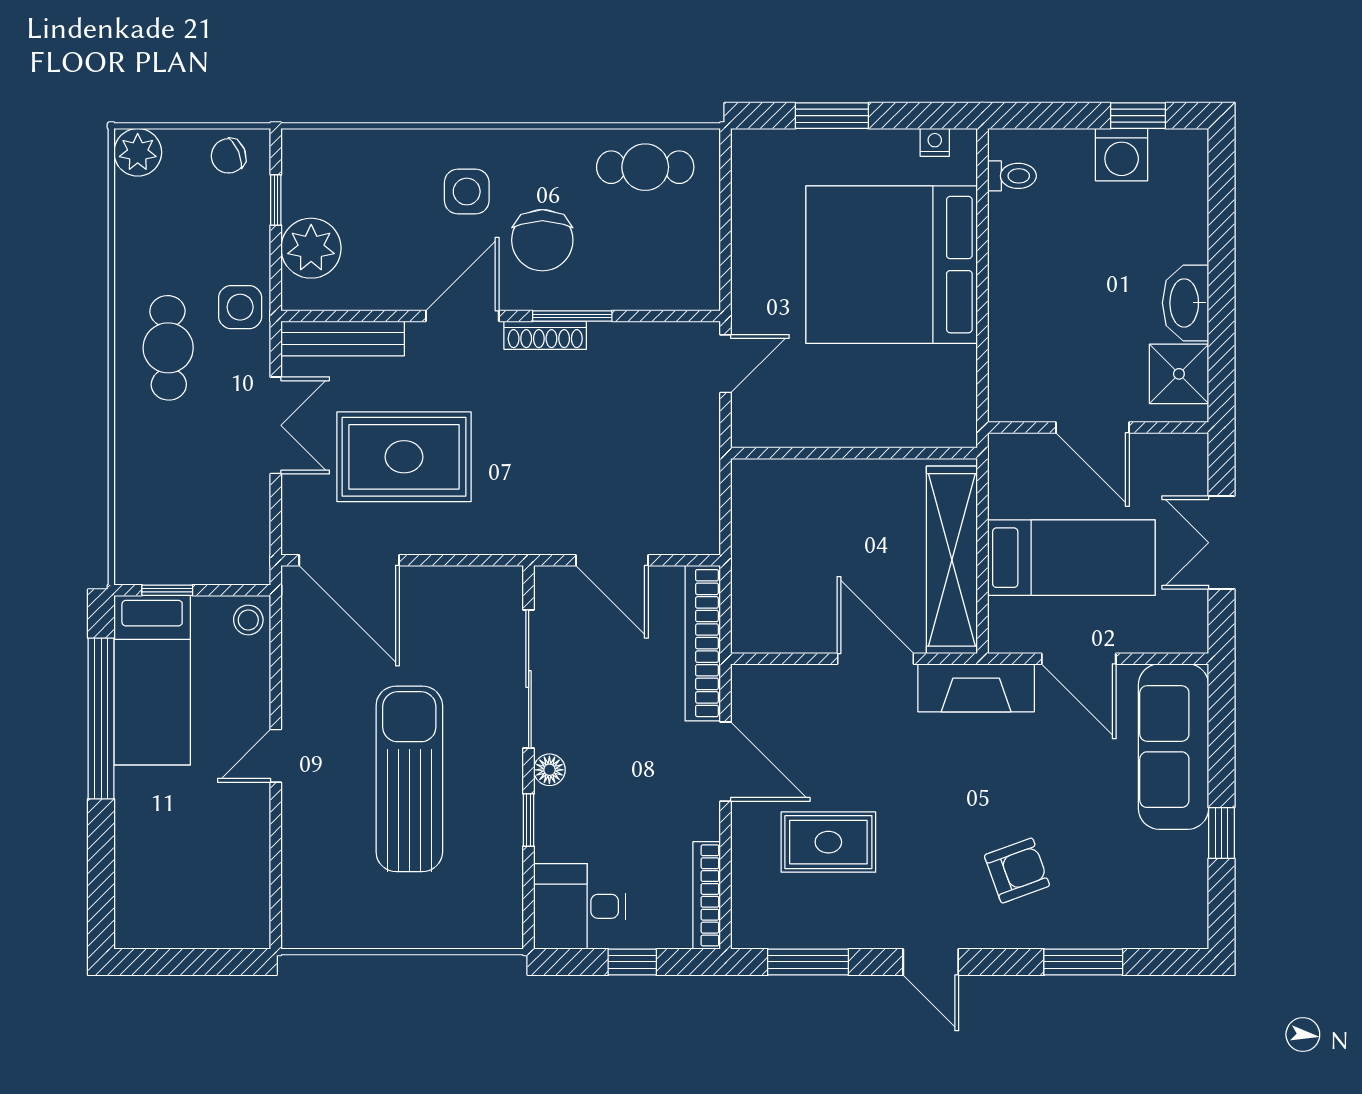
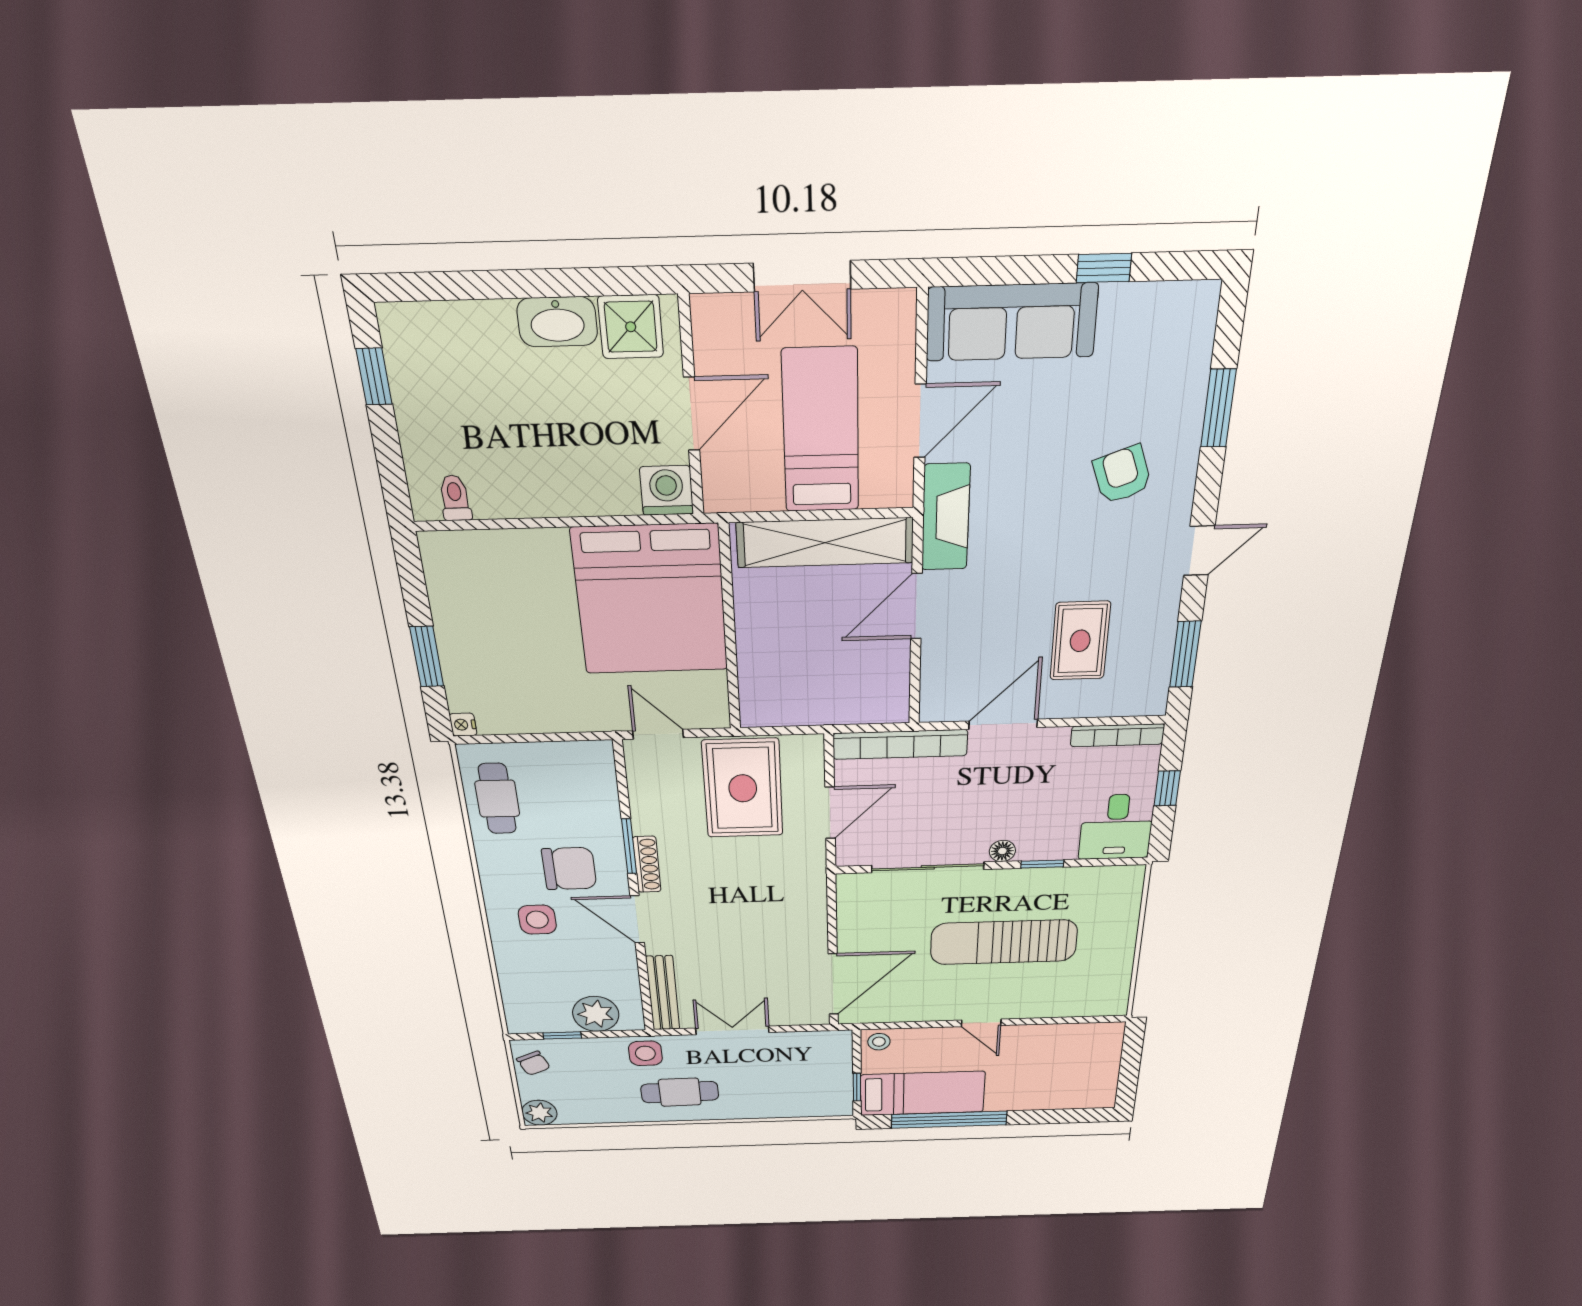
nightstand: (935, 142) -> (463, 725), moved
washing machine: (1122, 155) -> (667, 490), moved, turned -90
bed: (892, 265) -> (651, 600), moved
rug: (404, 457) -> (743, 788), moved

